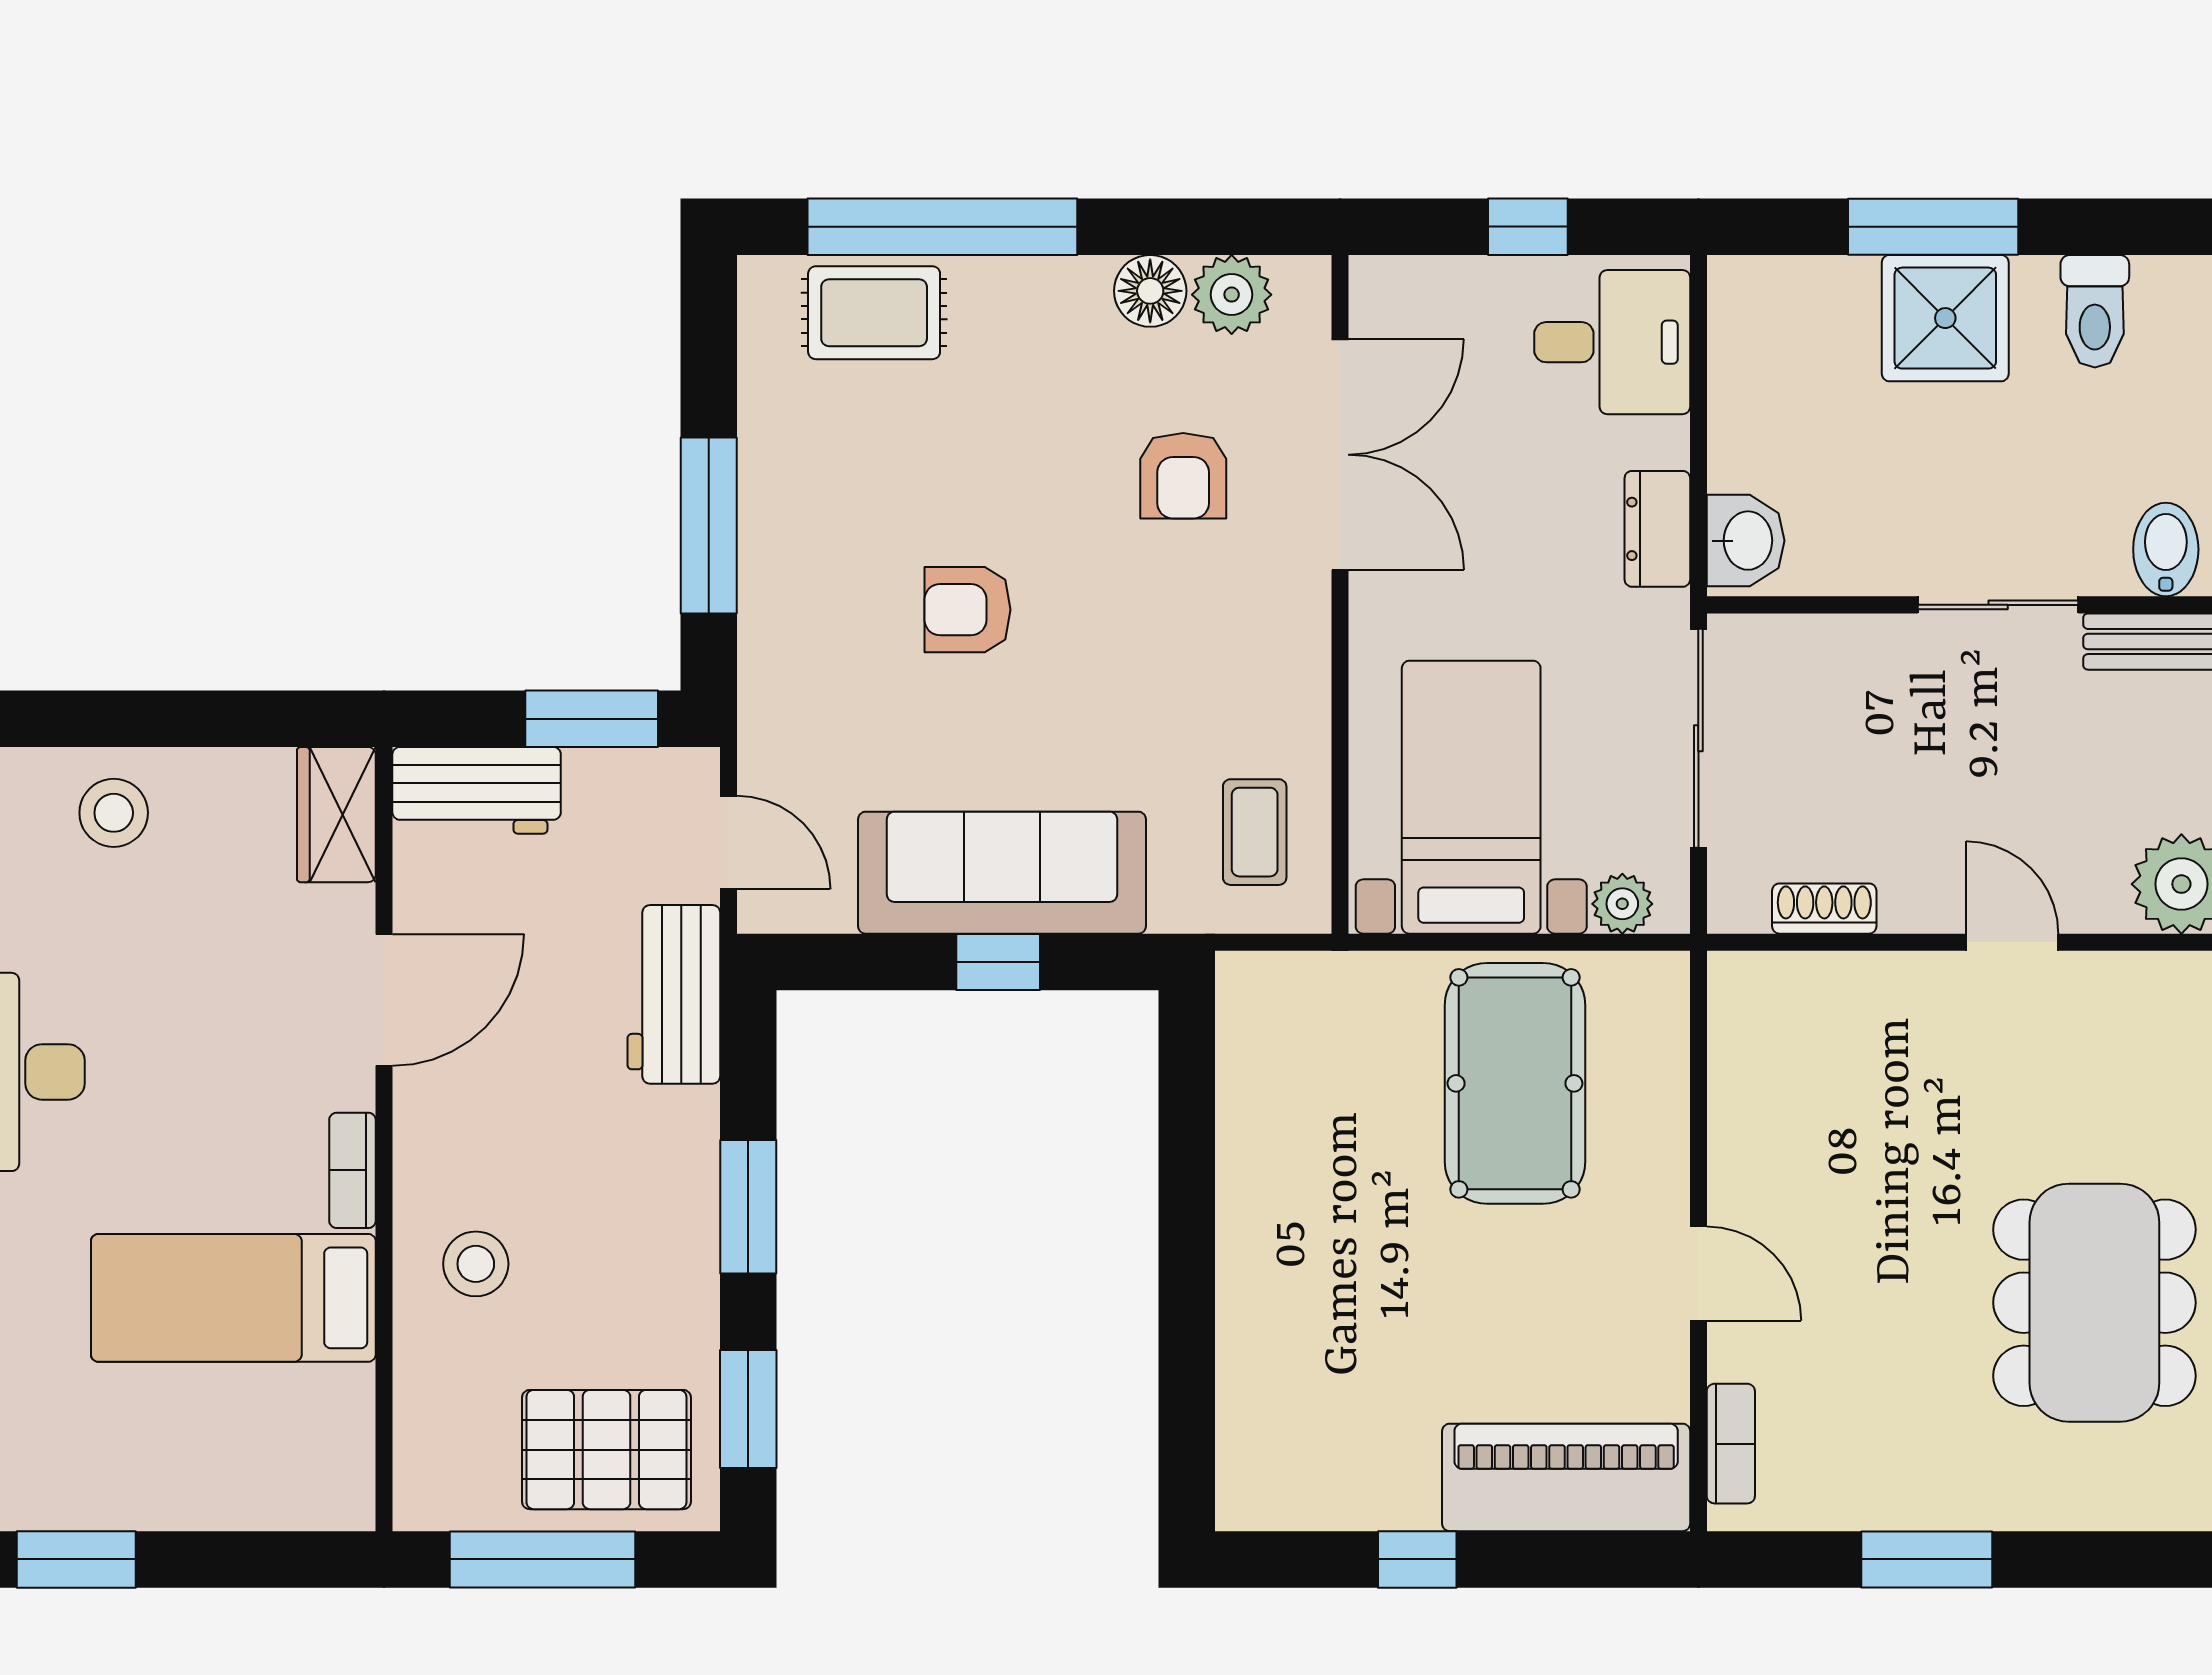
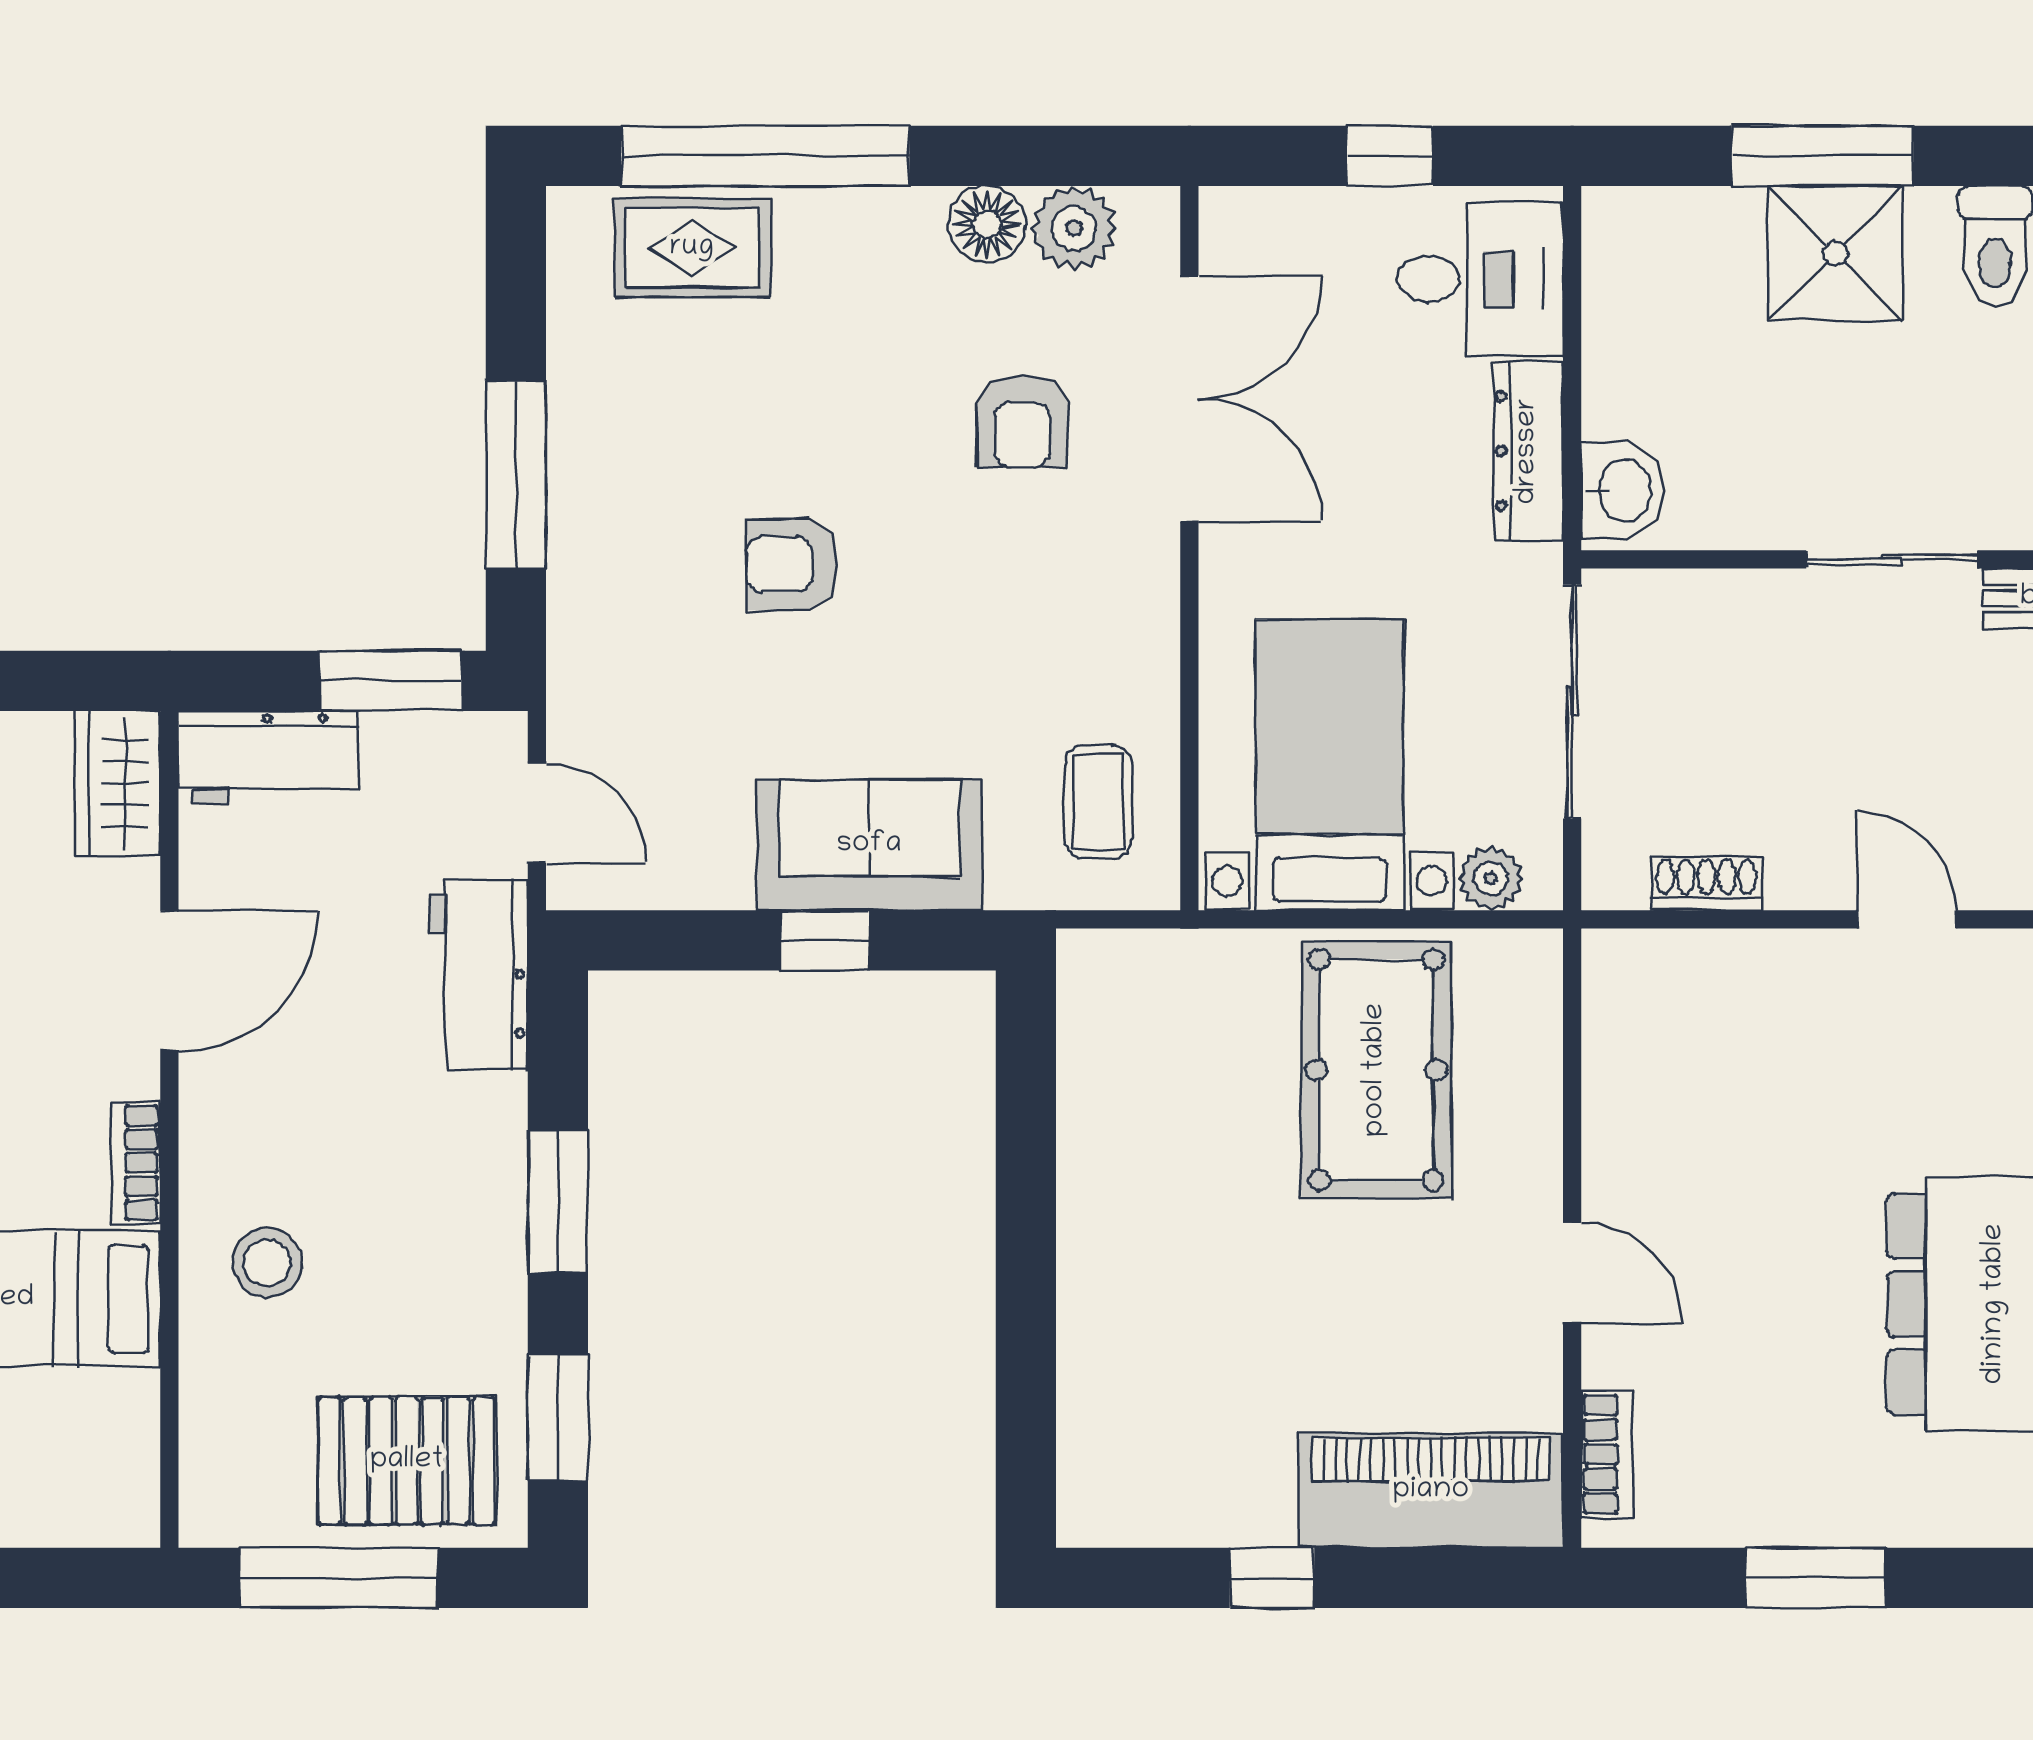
dresser: (1657, 529) -> (1528, 451), width x1.44
sofa: (1002, 873) -> (869, 845), width x0.73

